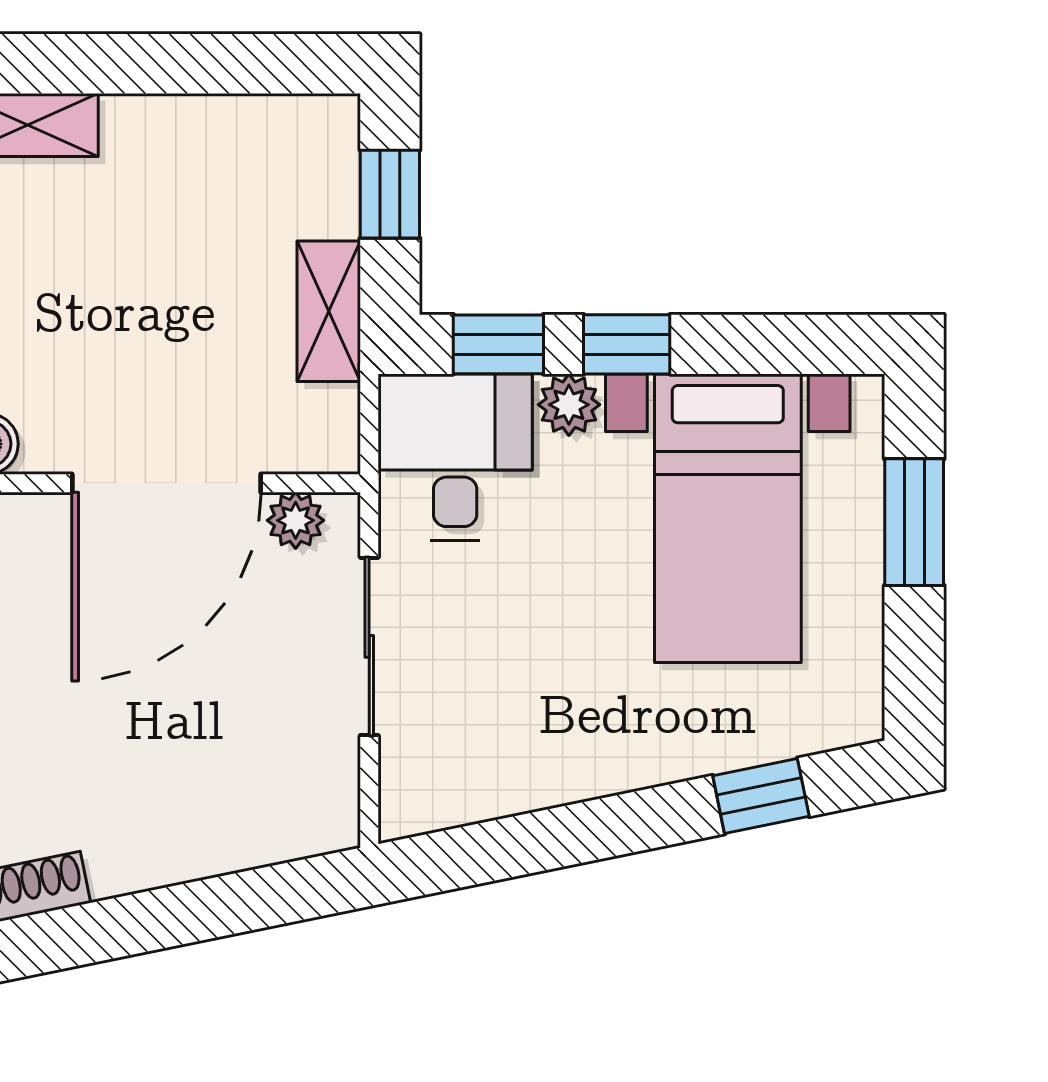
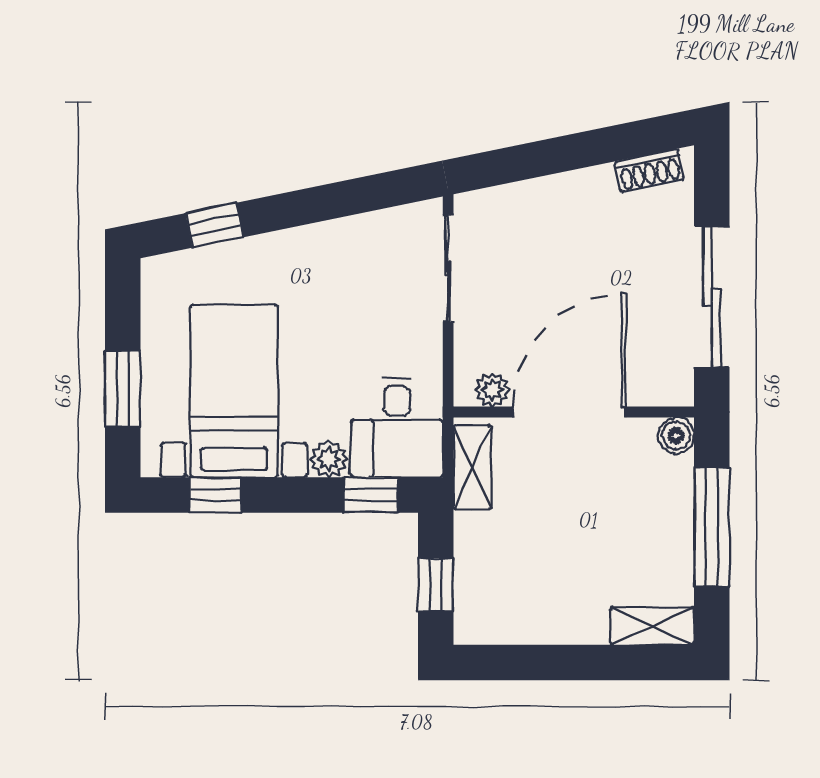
shelving: (329, 311) -> (472, 467), moved
window: (627, 344) -> (215, 495), moved
sliding door: (369, 646) -> (448, 268), moved

